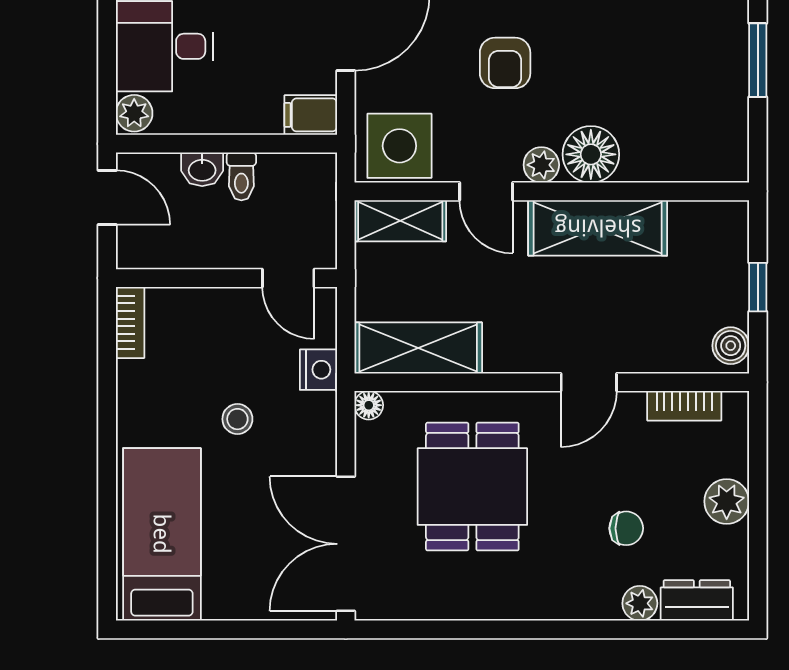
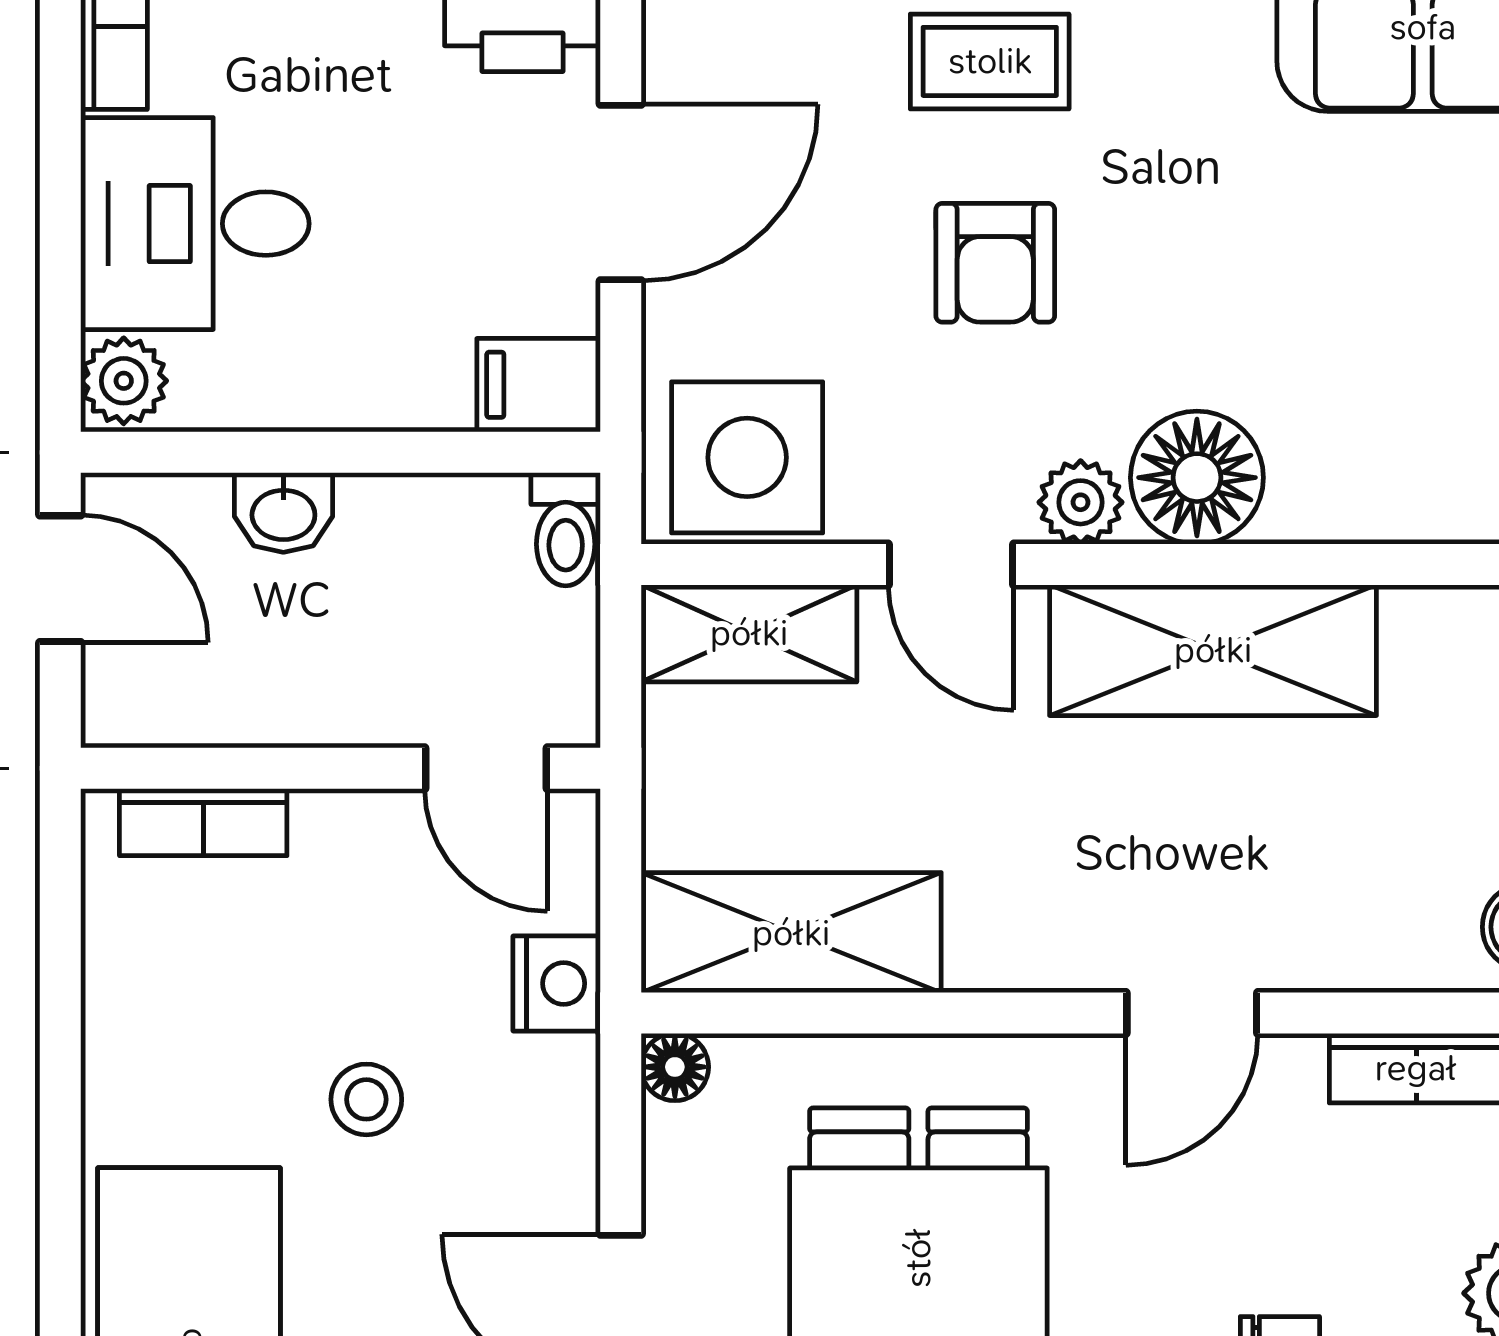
toilet: (241, 176) -> (566, 529), moved
bookcase: (130, 322) -> (203, 822), moved, turned 90

